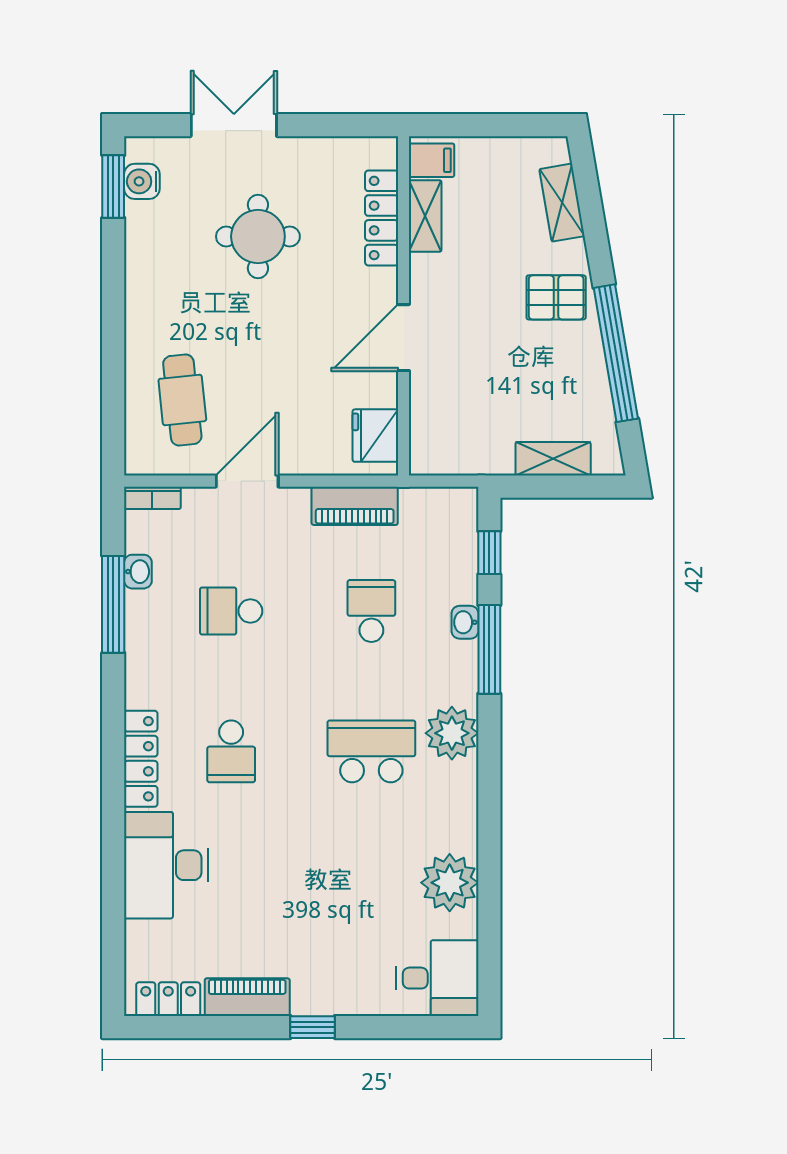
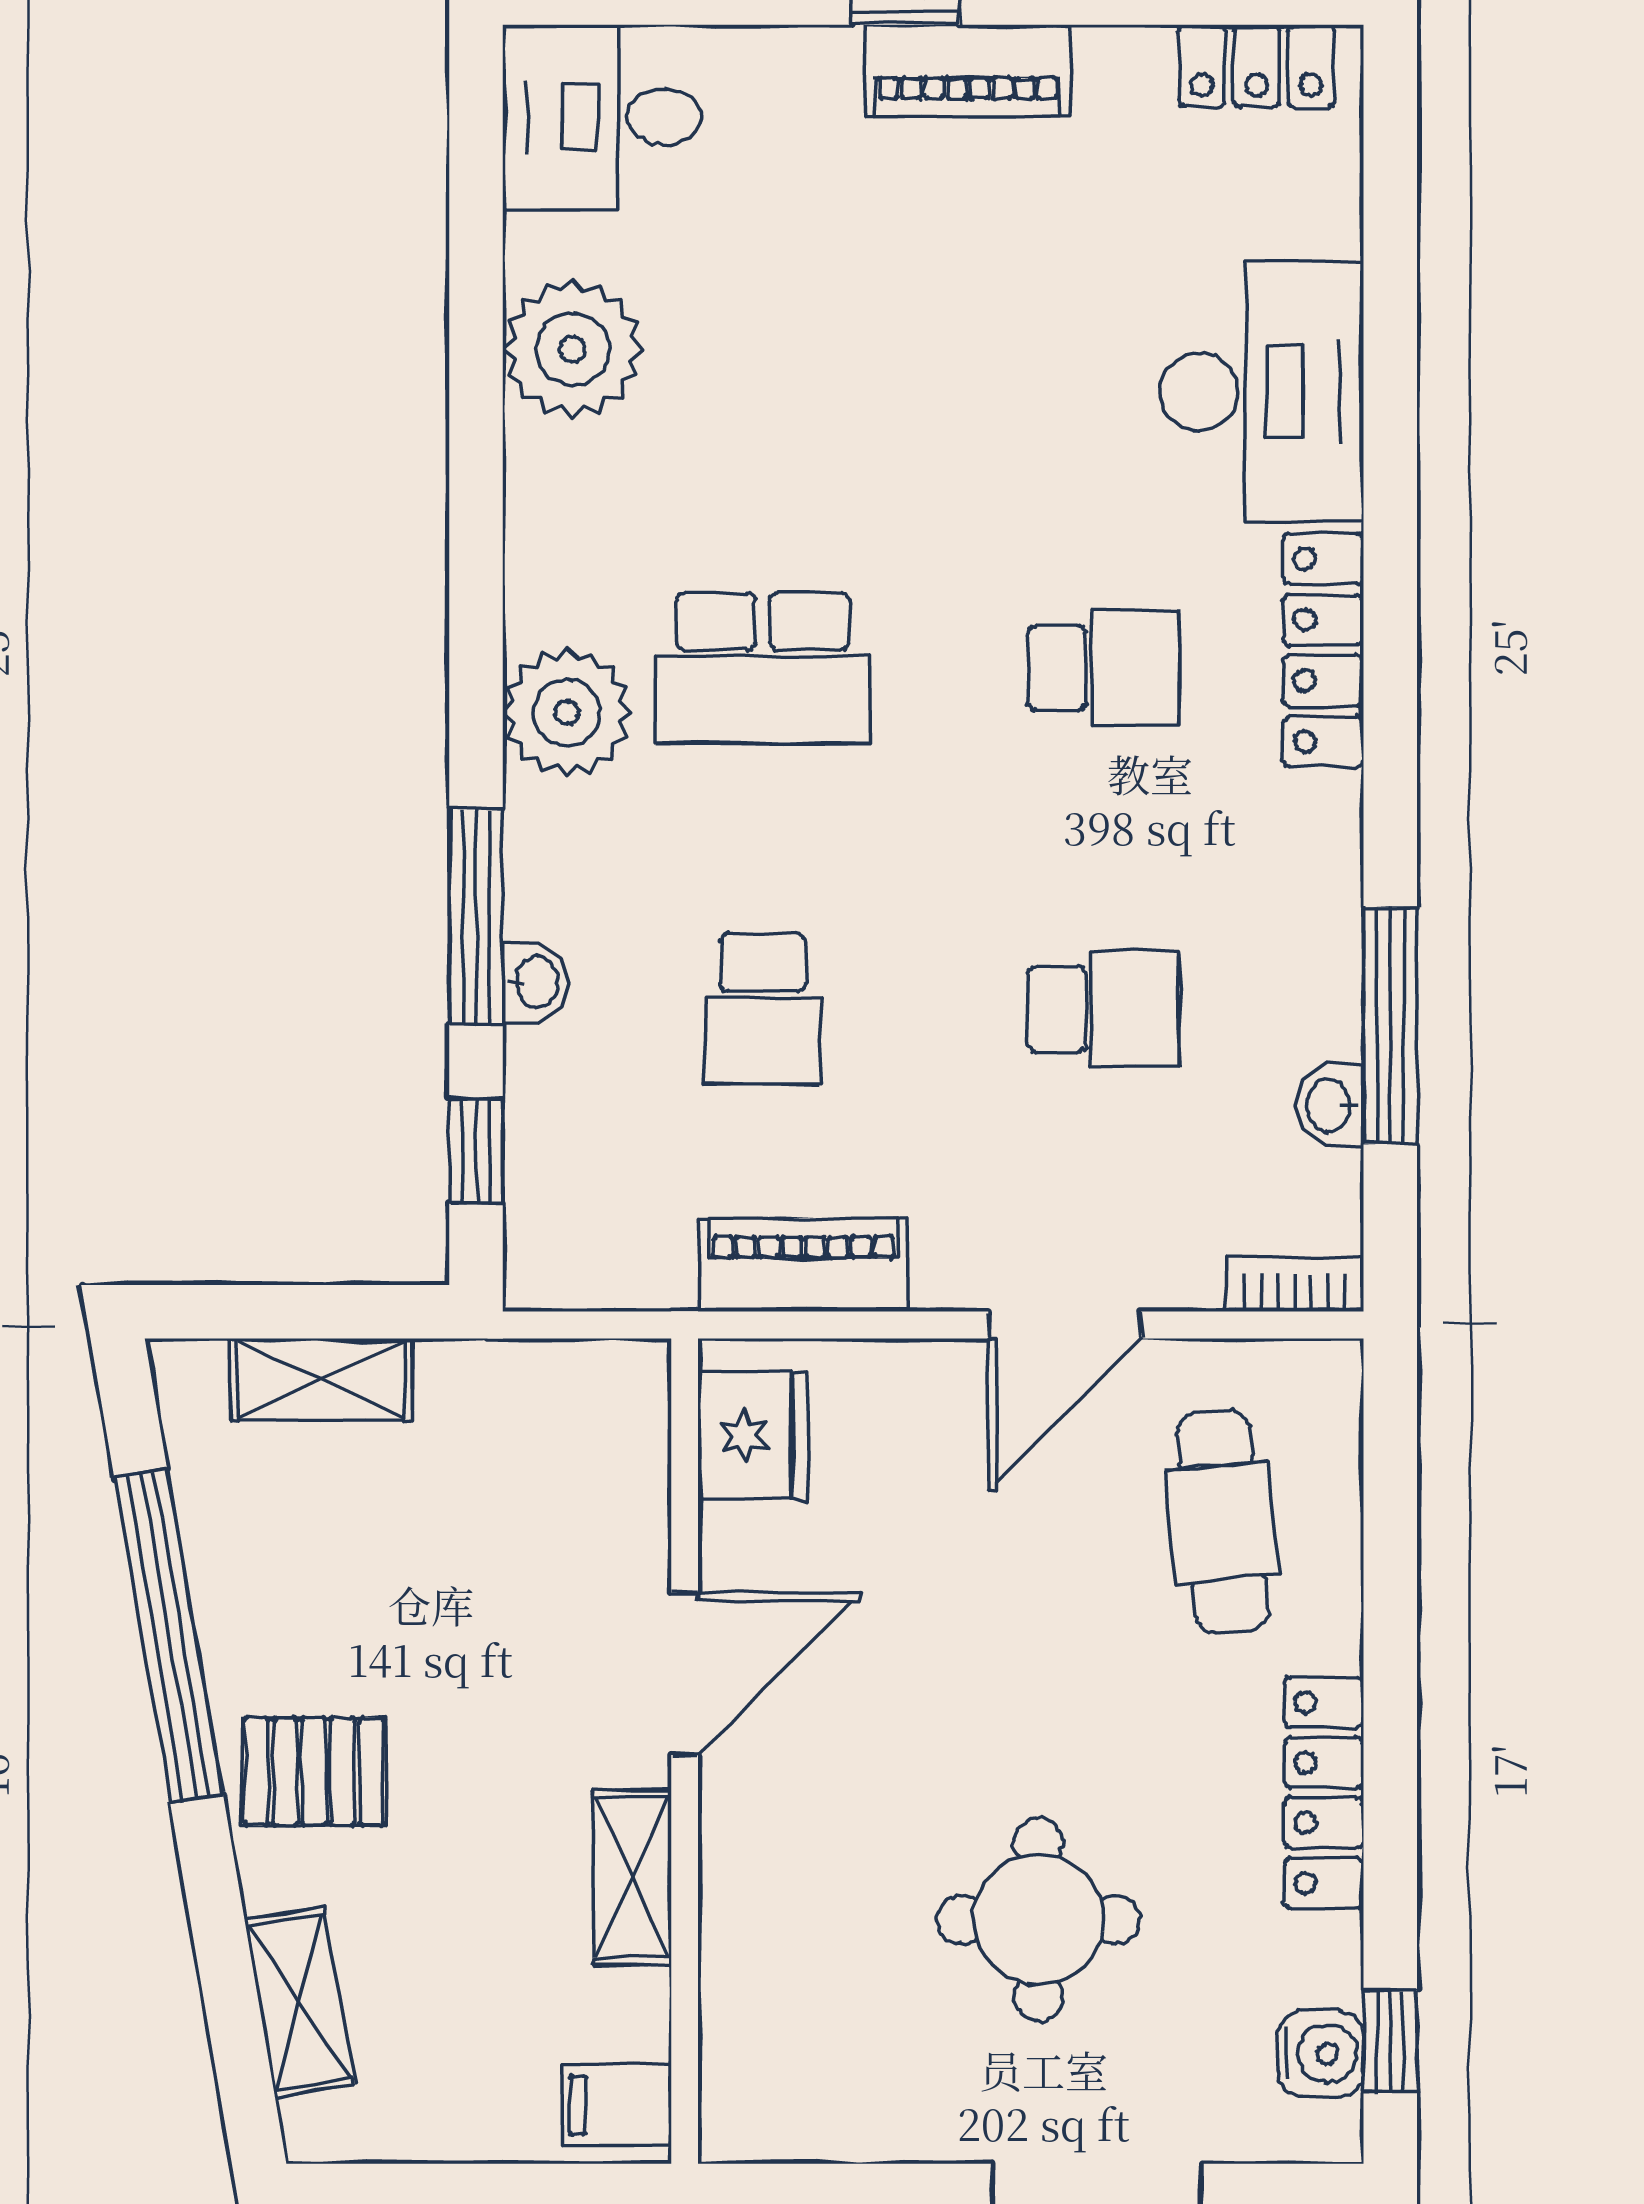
window: (113, 187) -> (1390, 2041), width x0.67
shelving: (425, 216) -> (632, 1878), moved
locker: (382, 218) -> (1324, 1793), moved, turned 180
school desk: (231, 751) -> (1104, 668), turned 90
piano: (247, 997) -> (968, 71), moved

